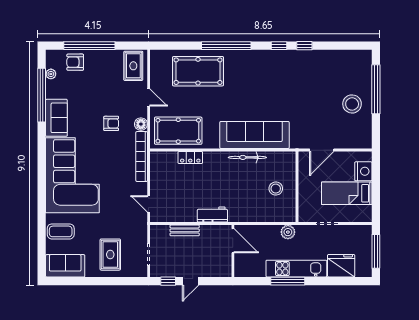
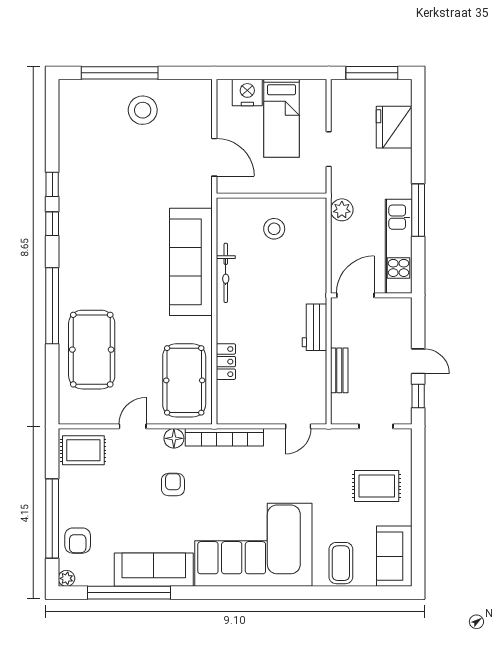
plant: (51, 74) -> (66, 578), moved
sofa: (56, 118) -> (154, 570), width x1.36
kitchen unit: (296, 269) -> (399, 246), moved

